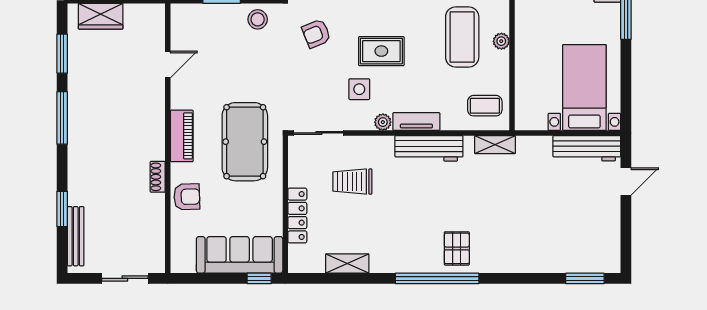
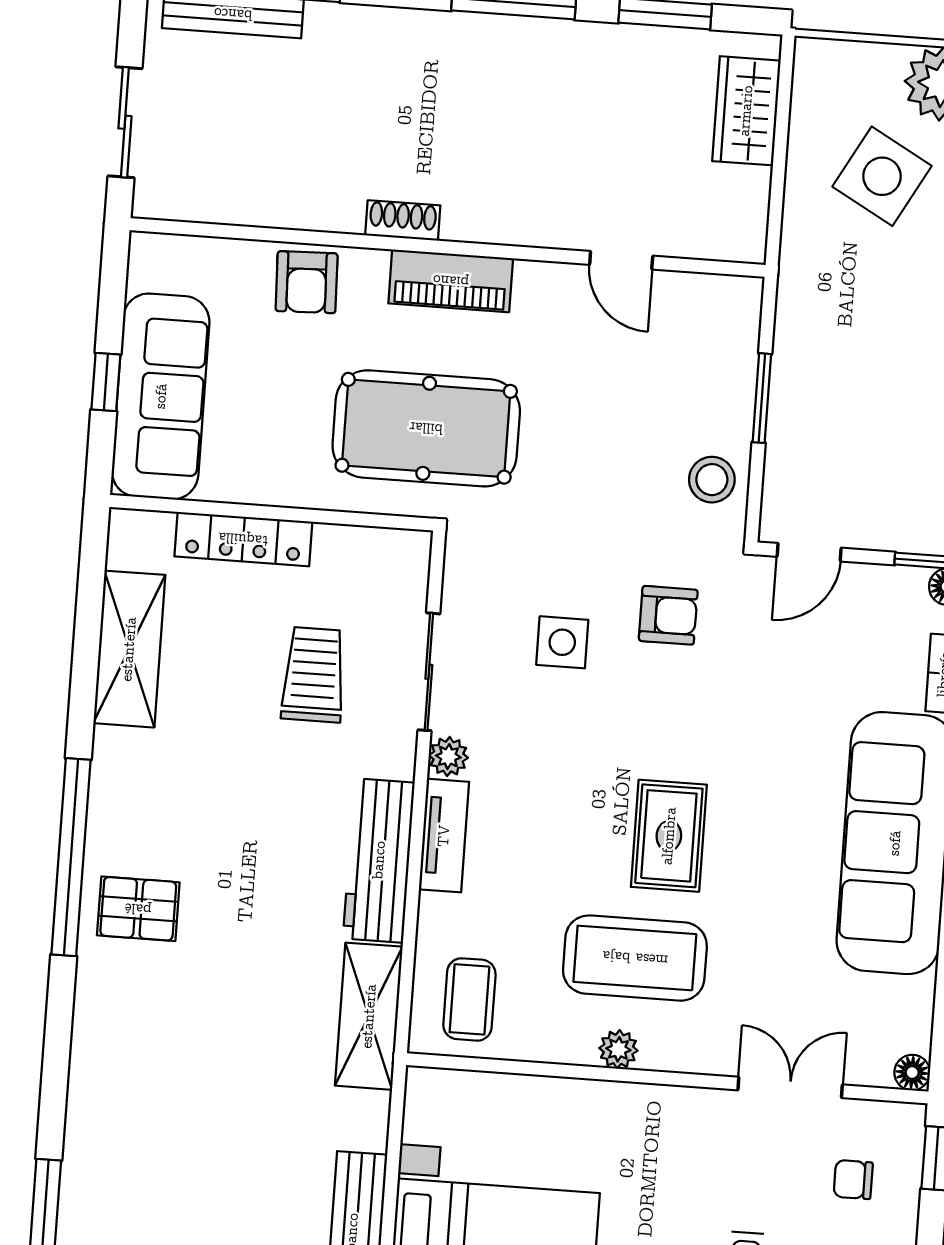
armchair: (316, 34) -> (668, 615), turned 112
rug: (381, 51) -> (669, 836), moved
side table: (359, 89) -> (562, 642), moved
sliding door: (319, 133) -> (429, 672), moved
shelving: (495, 145) -> (369, 1016), width x1.50, depth x1.33
shoe rack: (158, 177) -> (403, 220), moved
shelving: (347, 263) -> (129, 649), width x1.50, depth x1.33
window: (259, 278) -> (106, 382), moved

